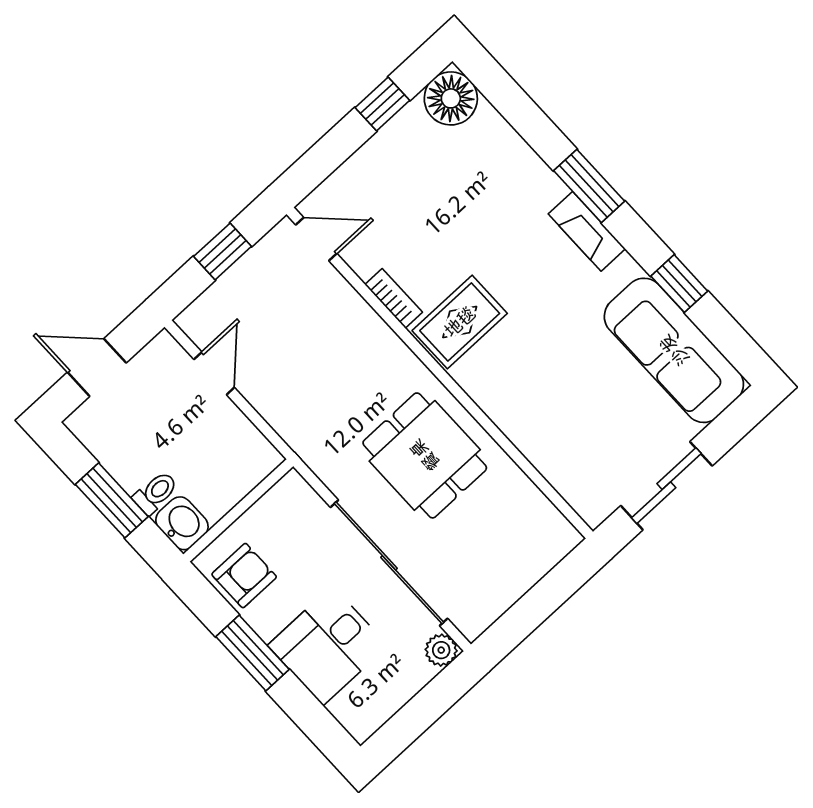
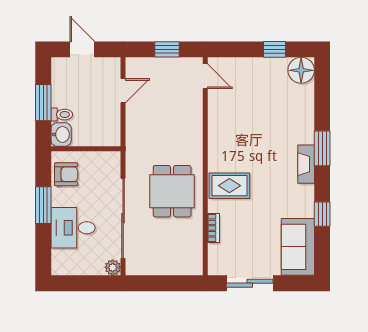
bookcase: (394, 298) -> (213, 228), moved
rug: (460, 322) -> (229, 186), moved
sofa: (674, 350) -> (298, 247), width x0.73

